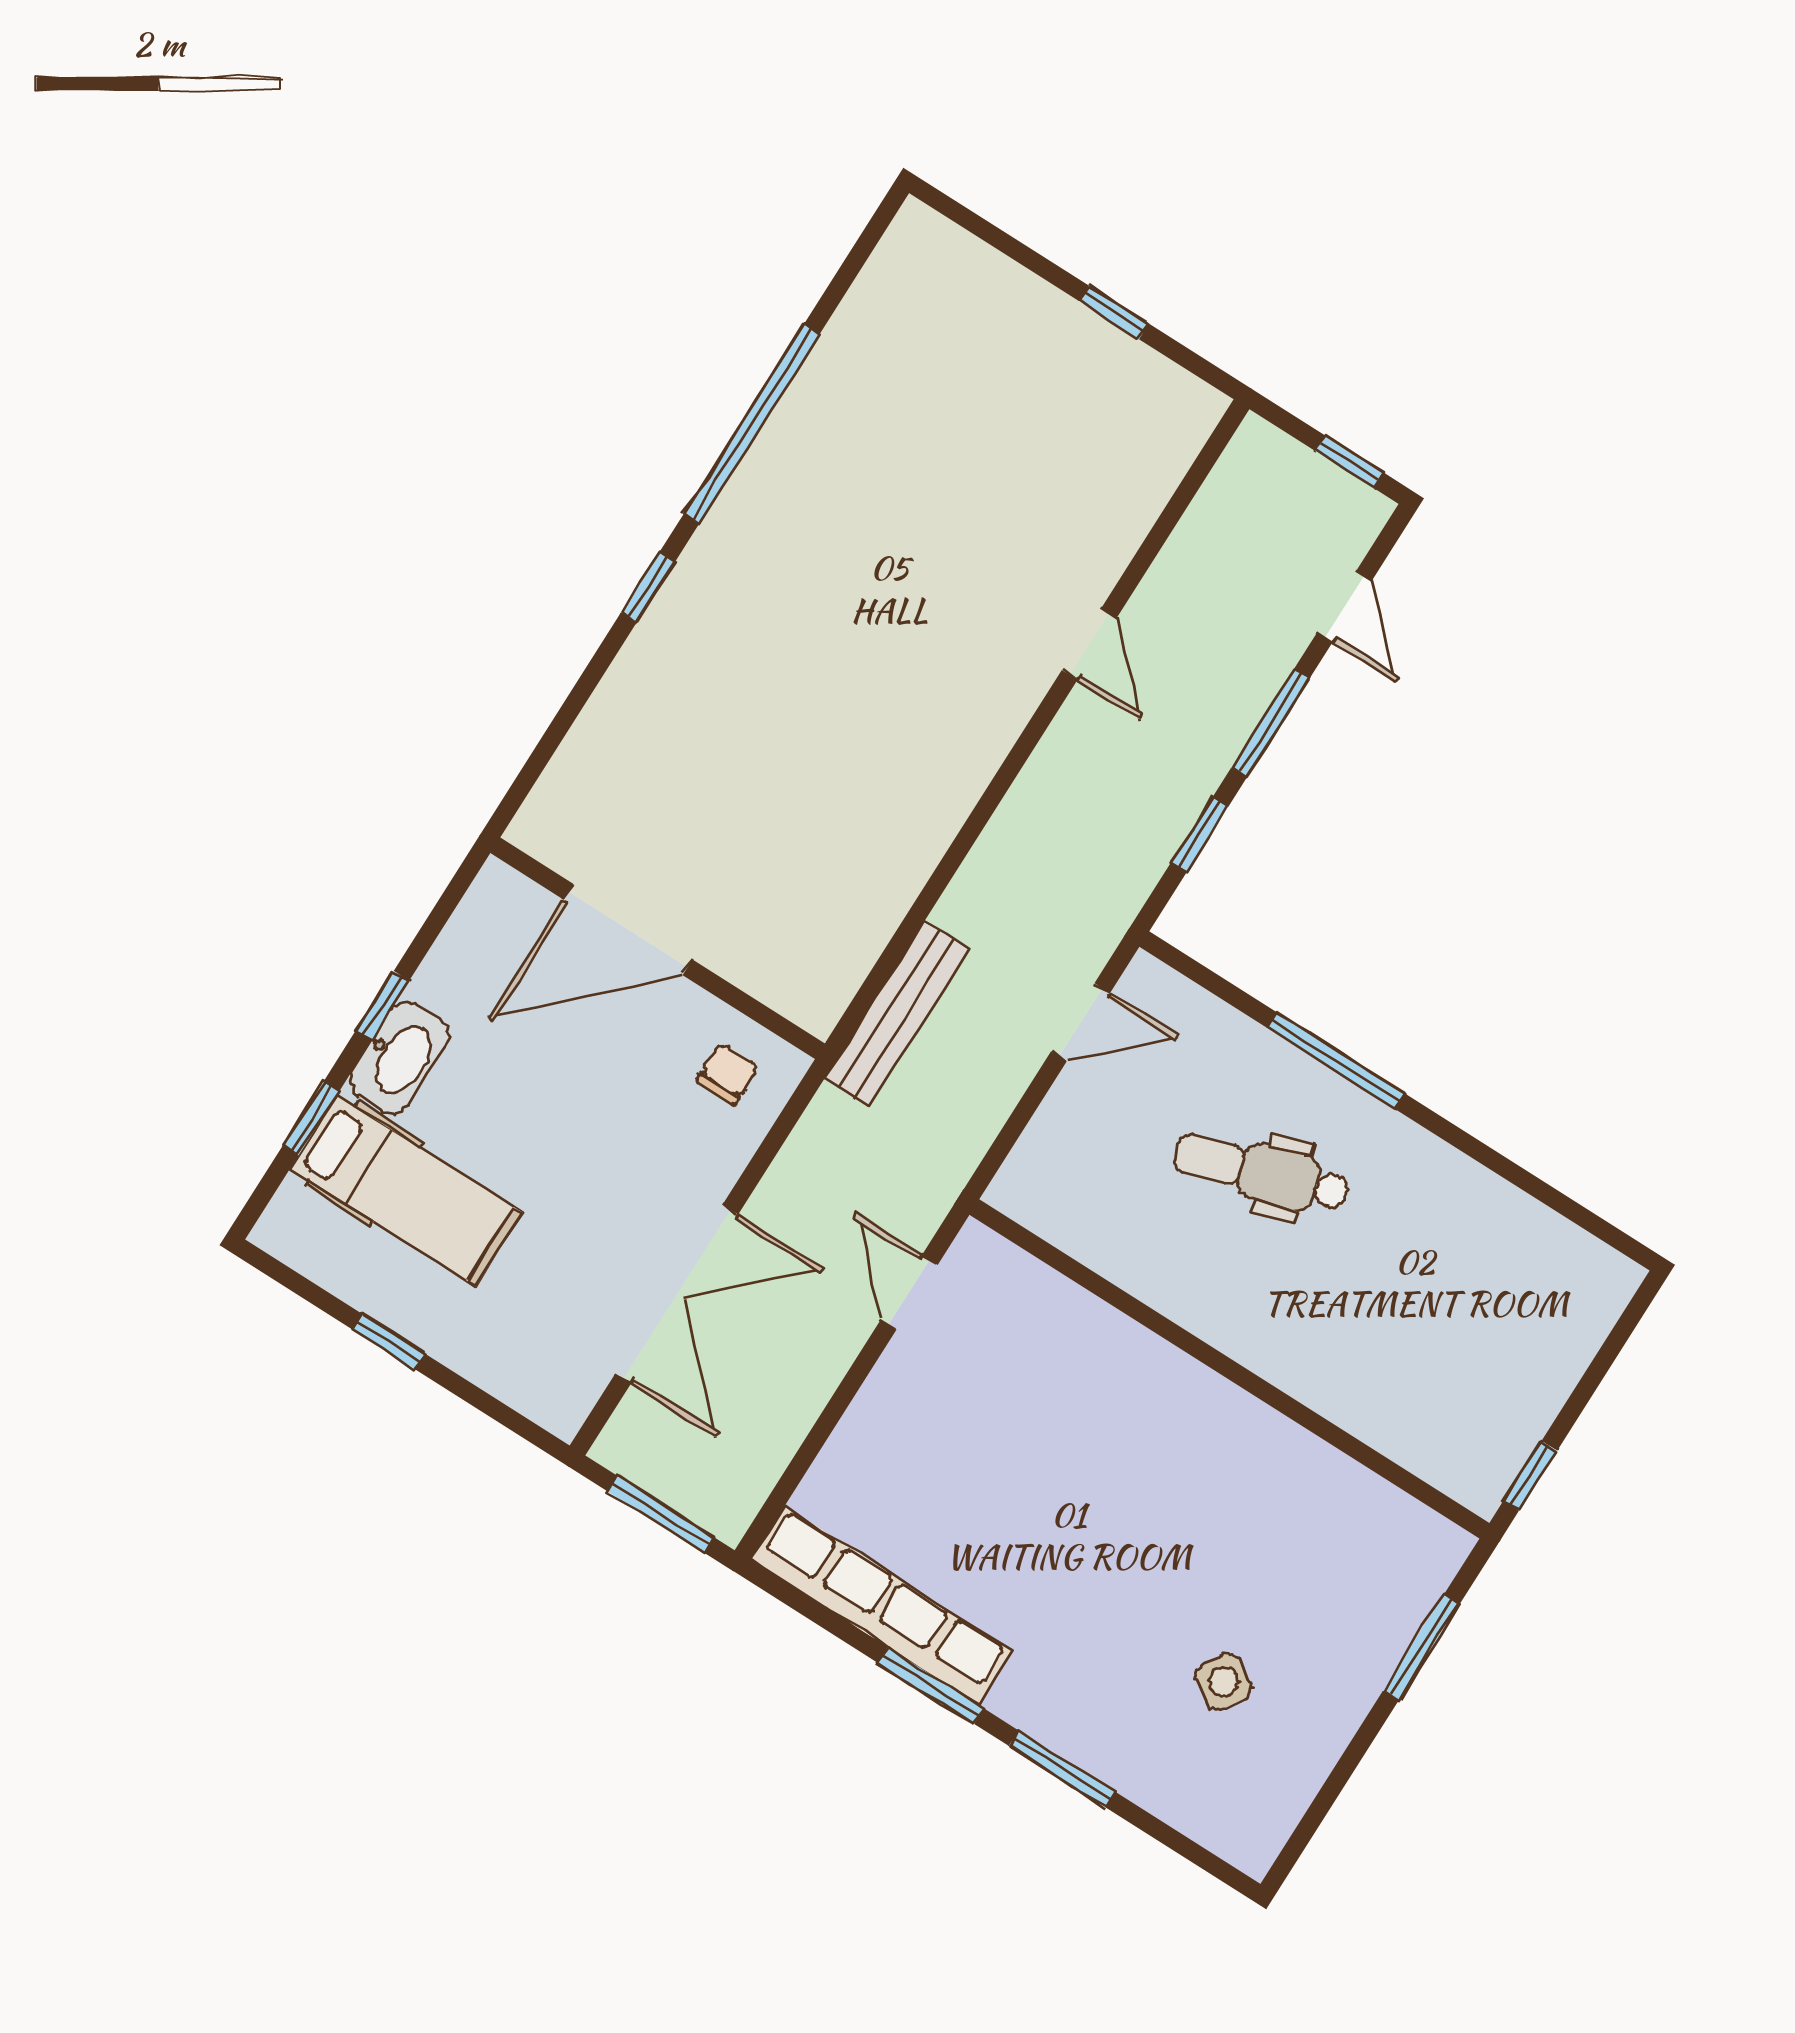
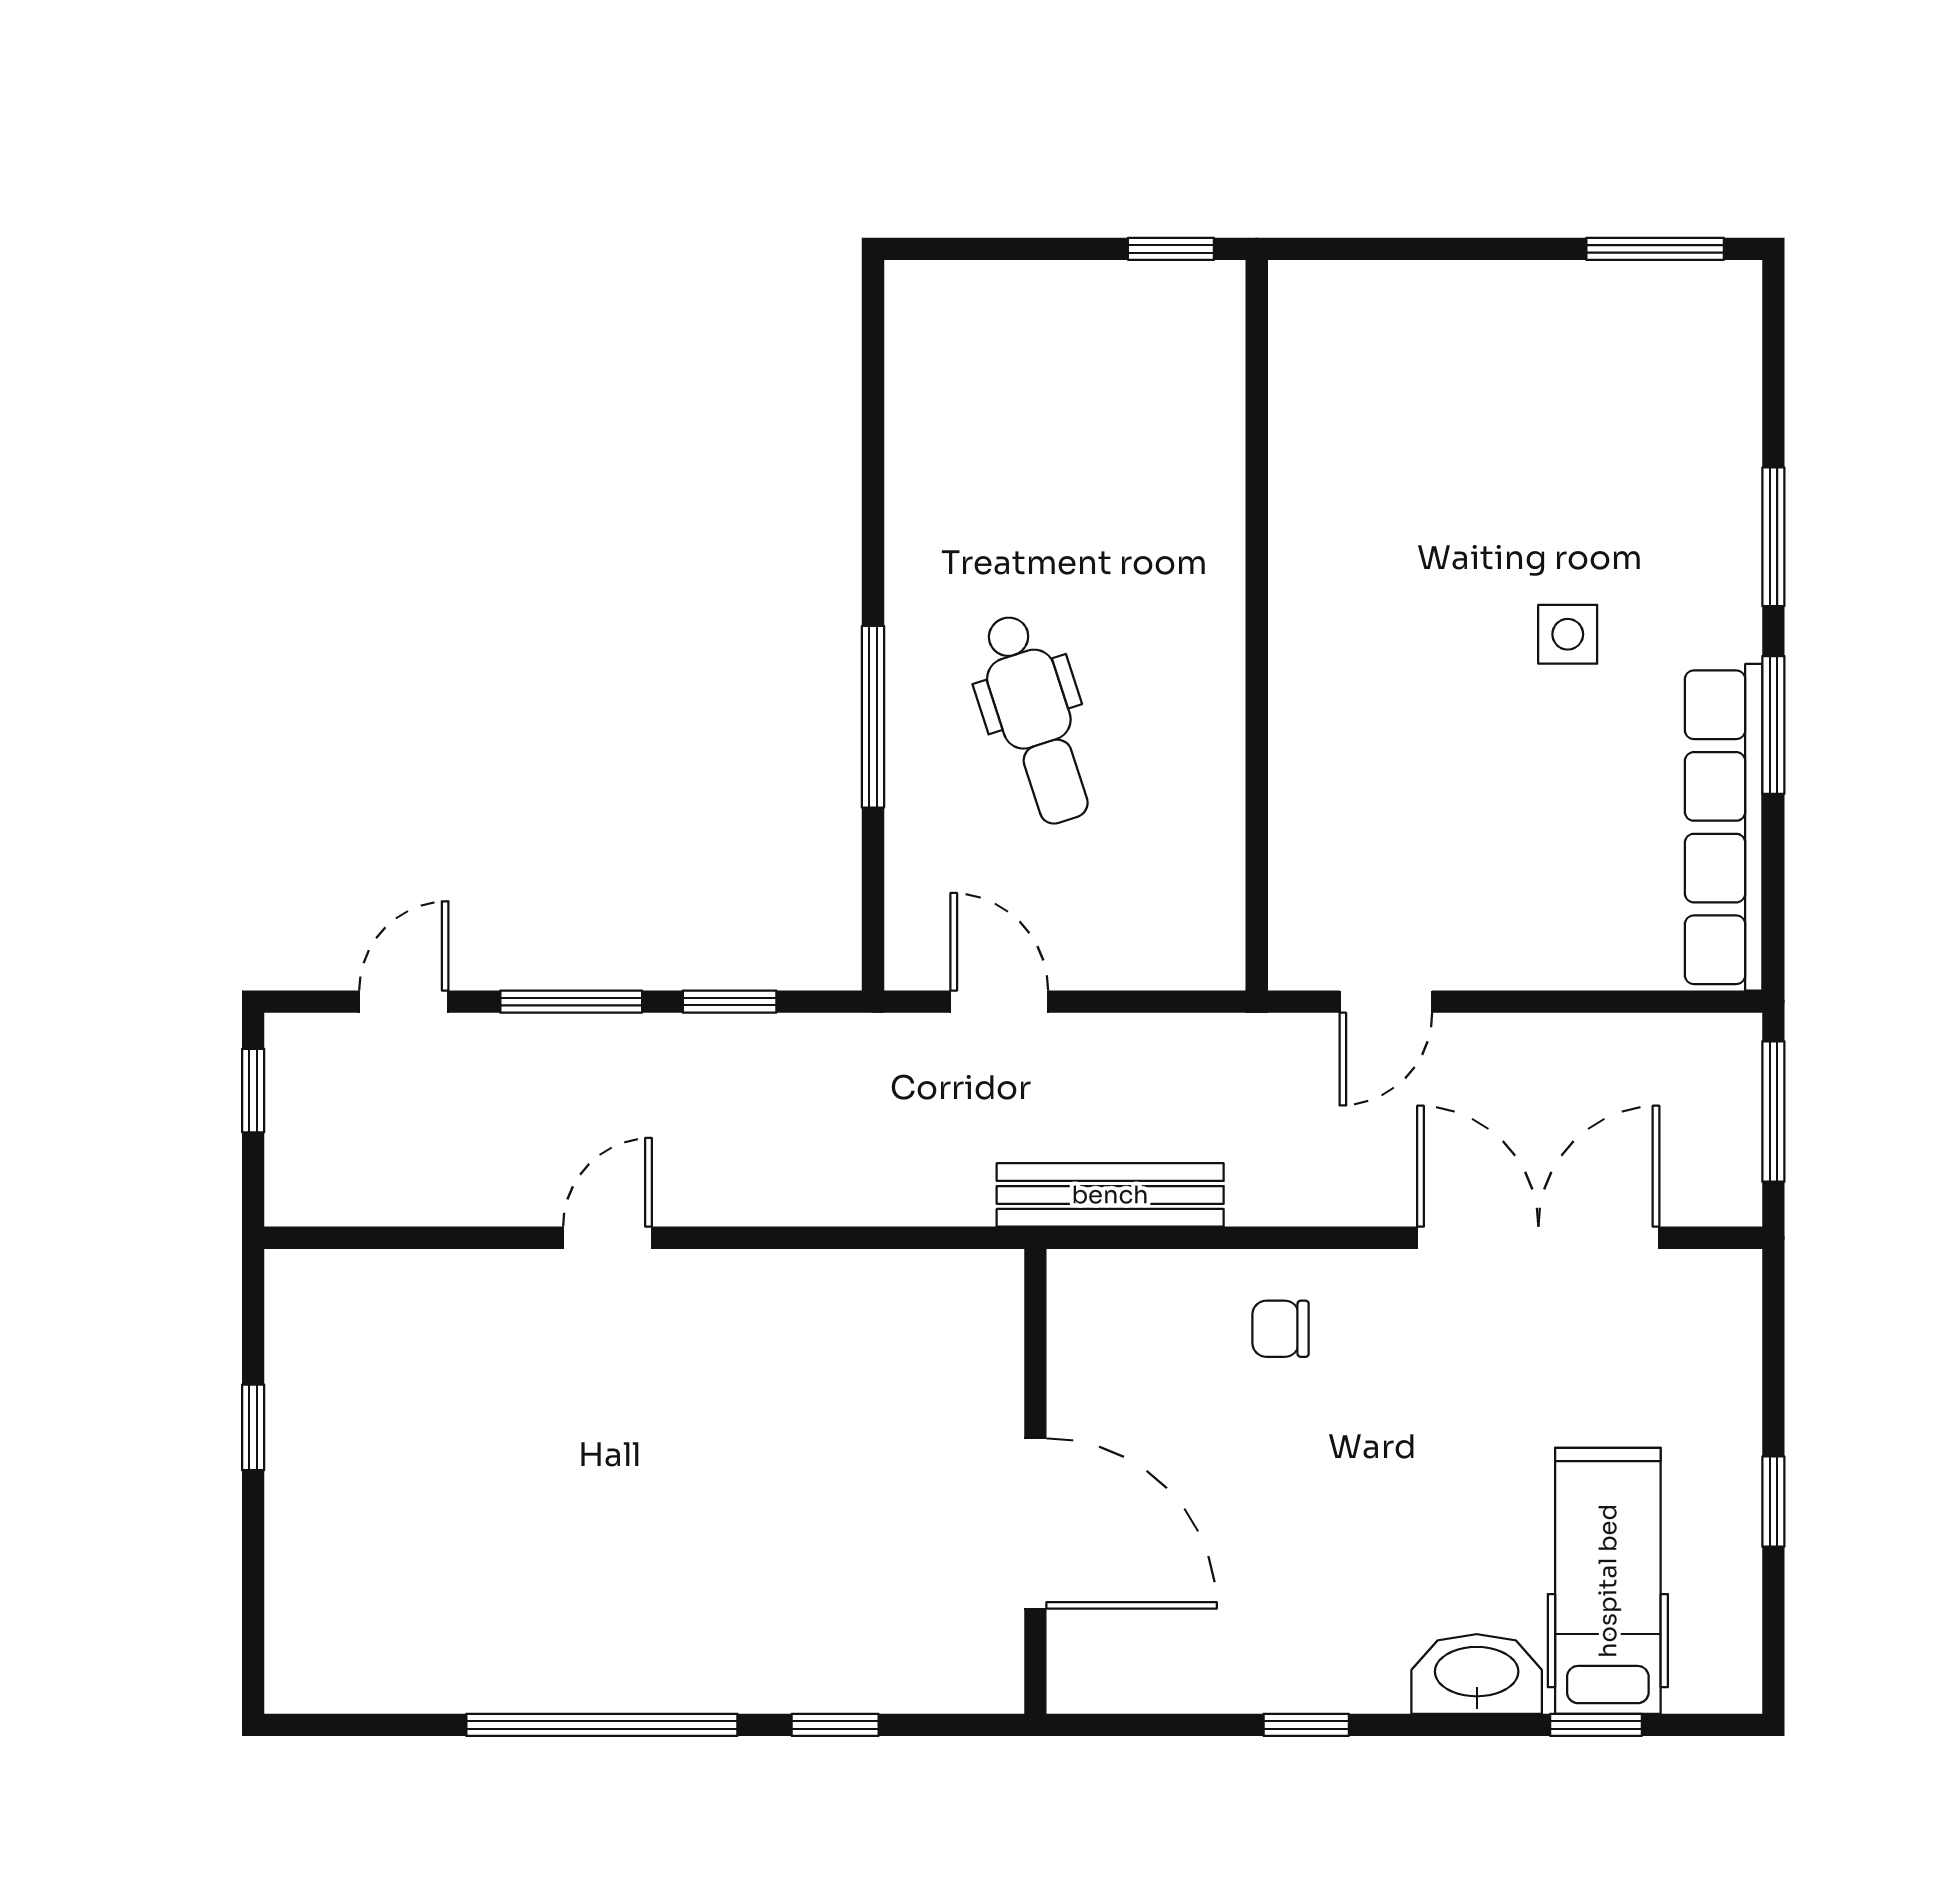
door: (628, 930) -> (1035, 1523), moved
wall: (658, 948) -> (1035, 1481), moved
window: (383, 1006) -> (1306, 1725), moved
window: (1421, 1648) -> (1655, 249), moved
side table: (1224, 1682) -> (1568, 634), moved, turned -30

